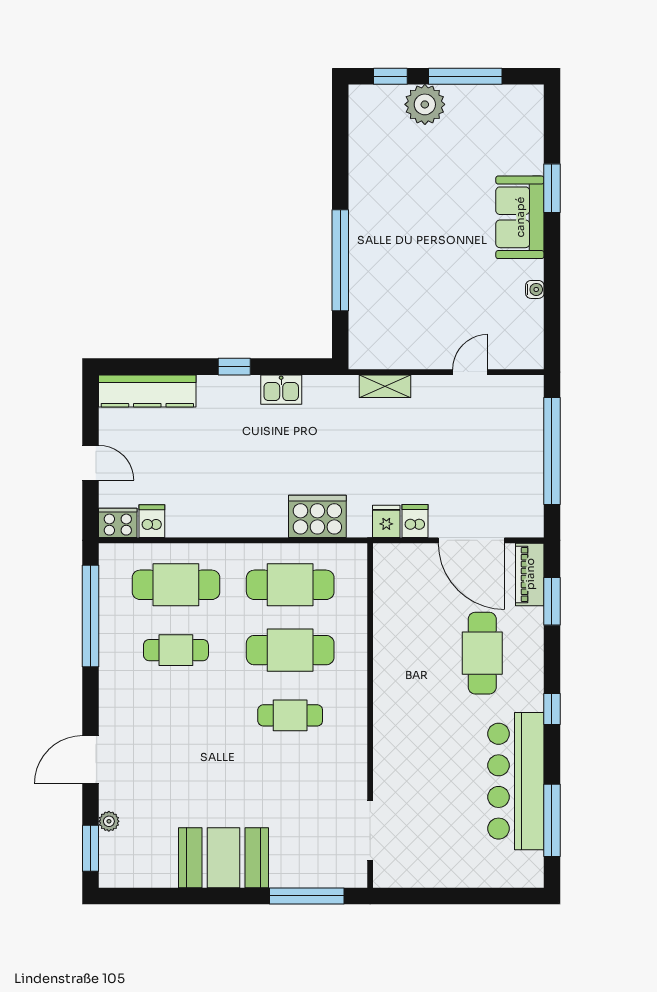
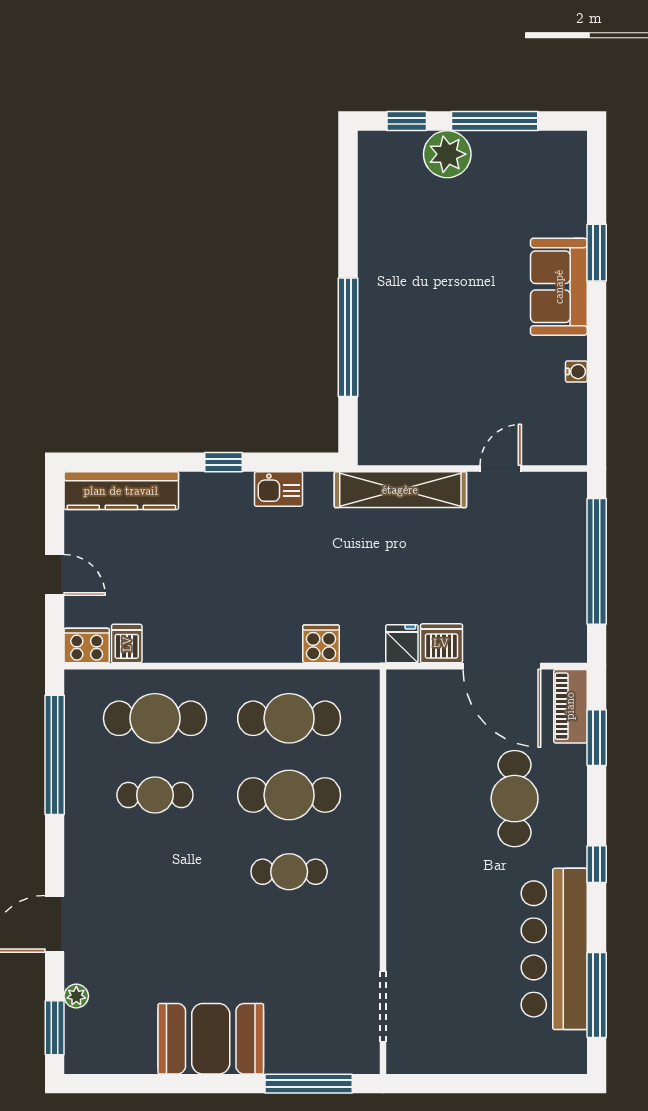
shelving: (385, 386) -> (400, 490), width x2.20, depth x1.33
cooker: (317, 516) -> (321, 644), width x0.53, depth x0.76
dishwasher: (415, 521) -> (441, 643), width x1.38

